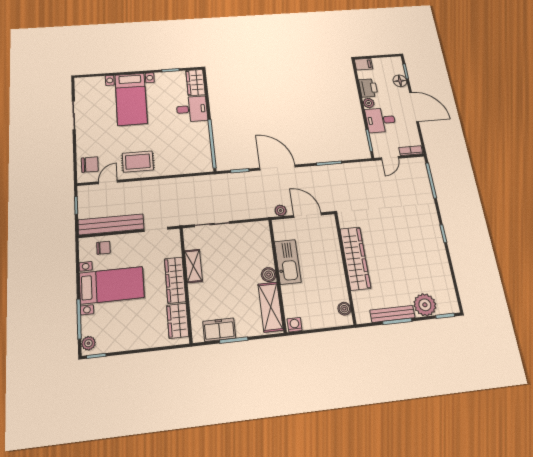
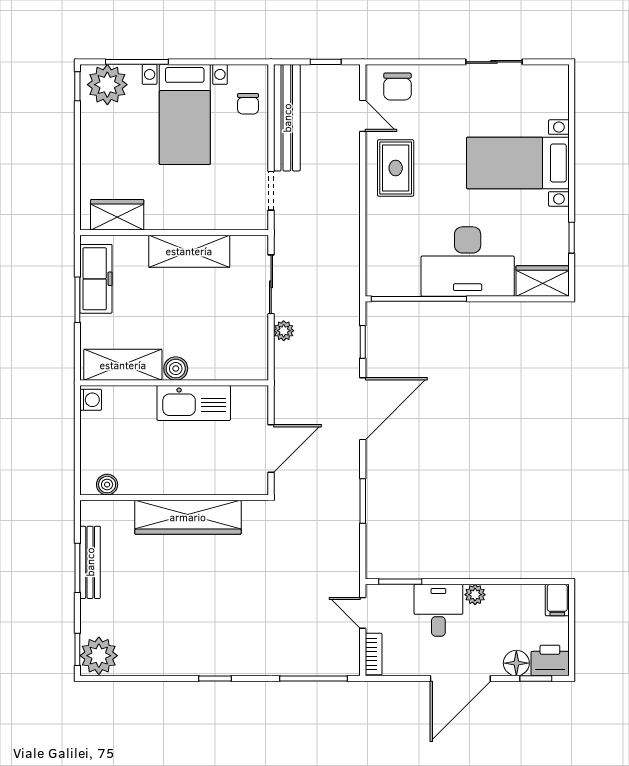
printer: (368, 88) -> (550, 660), moved, turned 180
desk: (192, 109) -> (468, 261), width x1.87, depth x1.30
plant: (281, 210) -> (284, 331), moved
shelving: (193, 266) -> (189, 251), width x1.50, depth x1.33
wardrobe: (175, 280) -> (183, 216), removed
plant: (425, 305) -> (99, 656), moved
freezer: (219, 330) -> (96, 279), width x1.40
plant: (88, 343) -> (107, 85), width x1.88, depth x1.88

